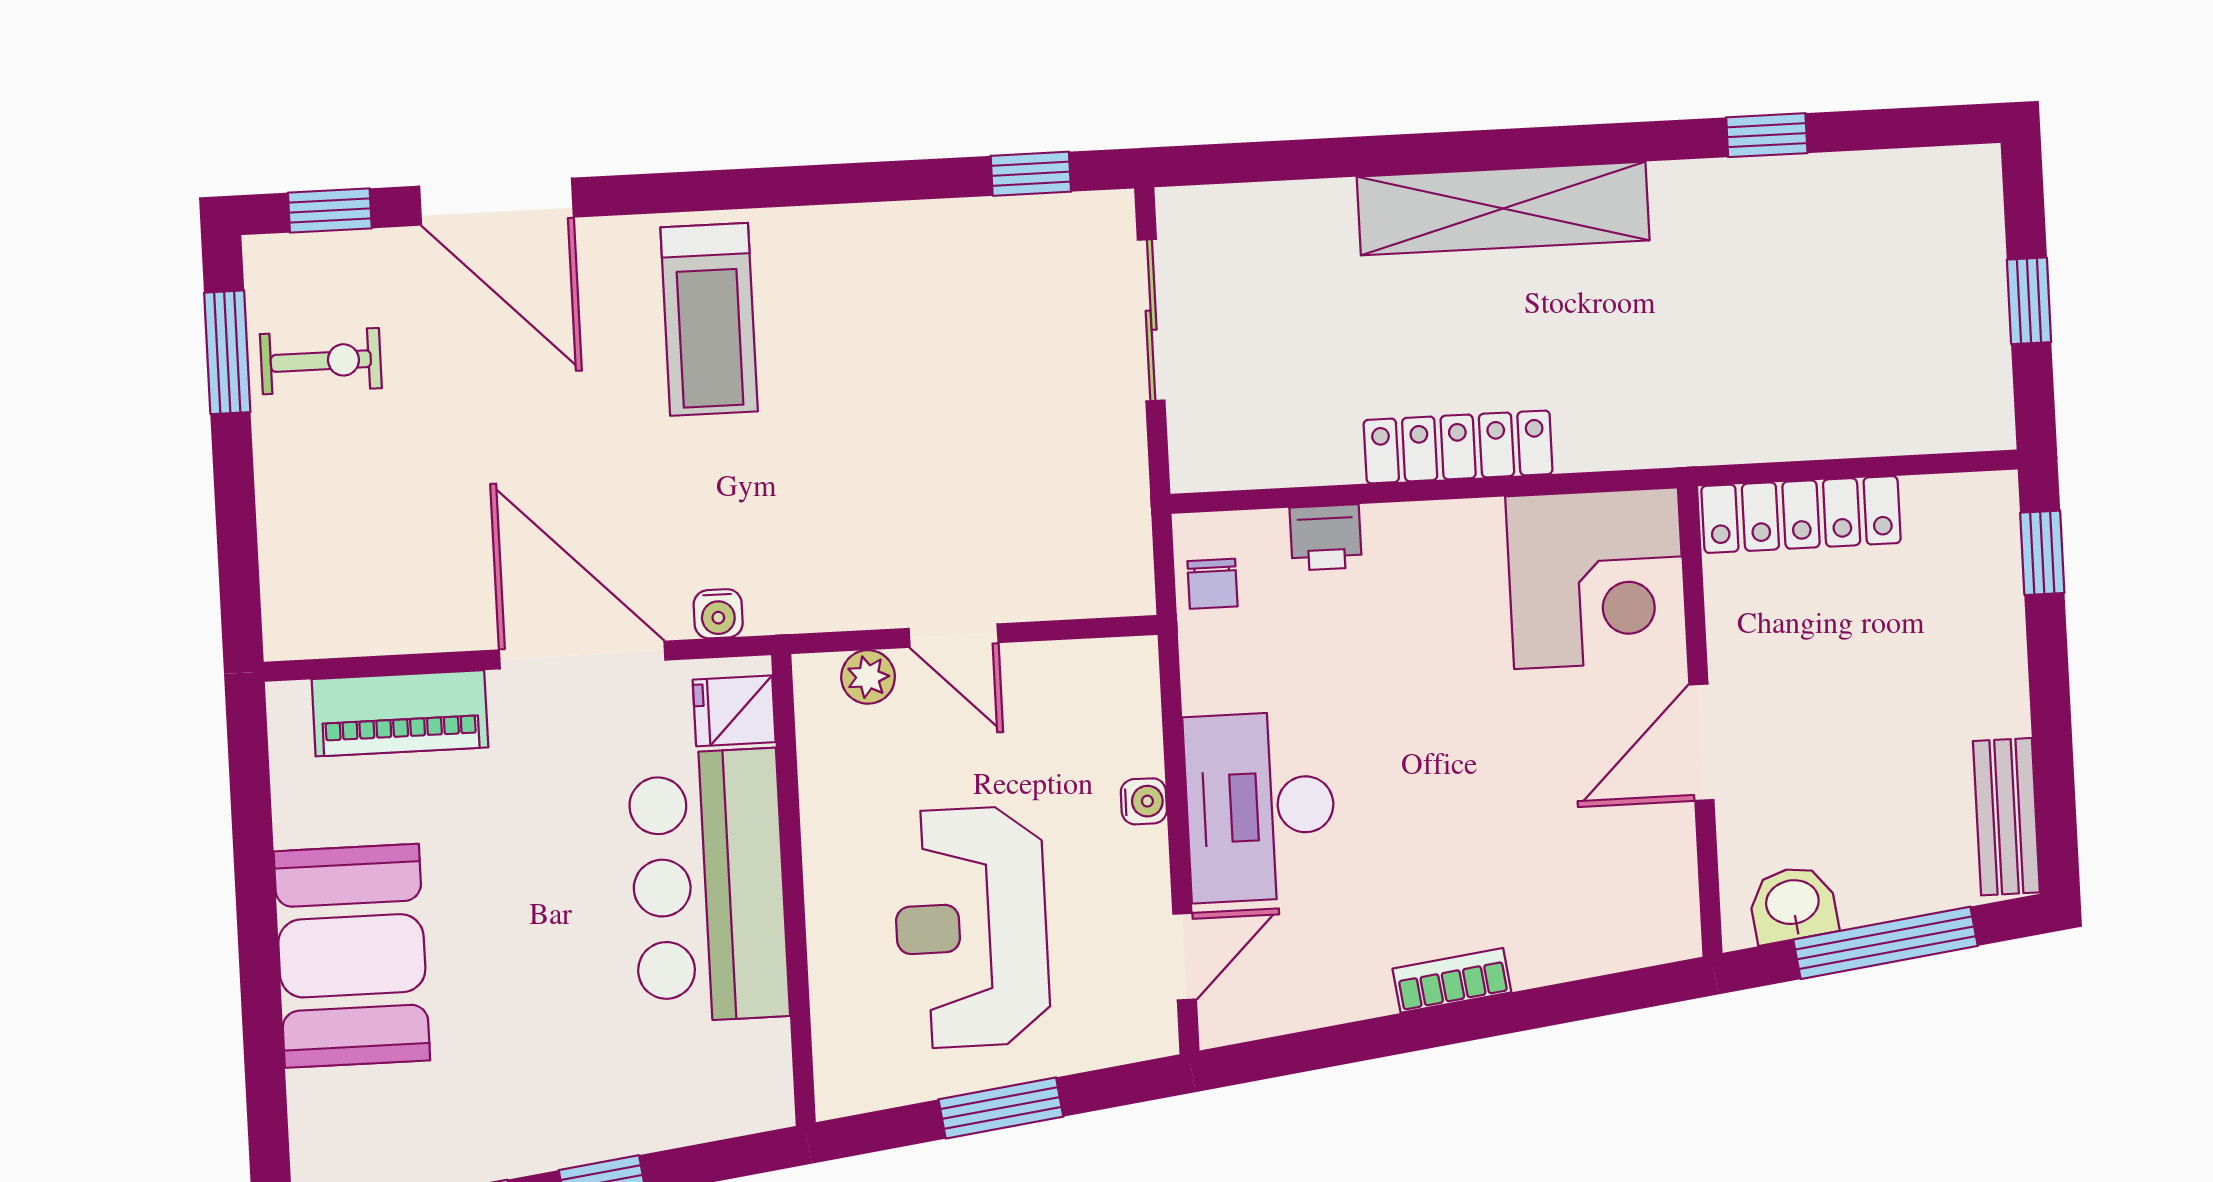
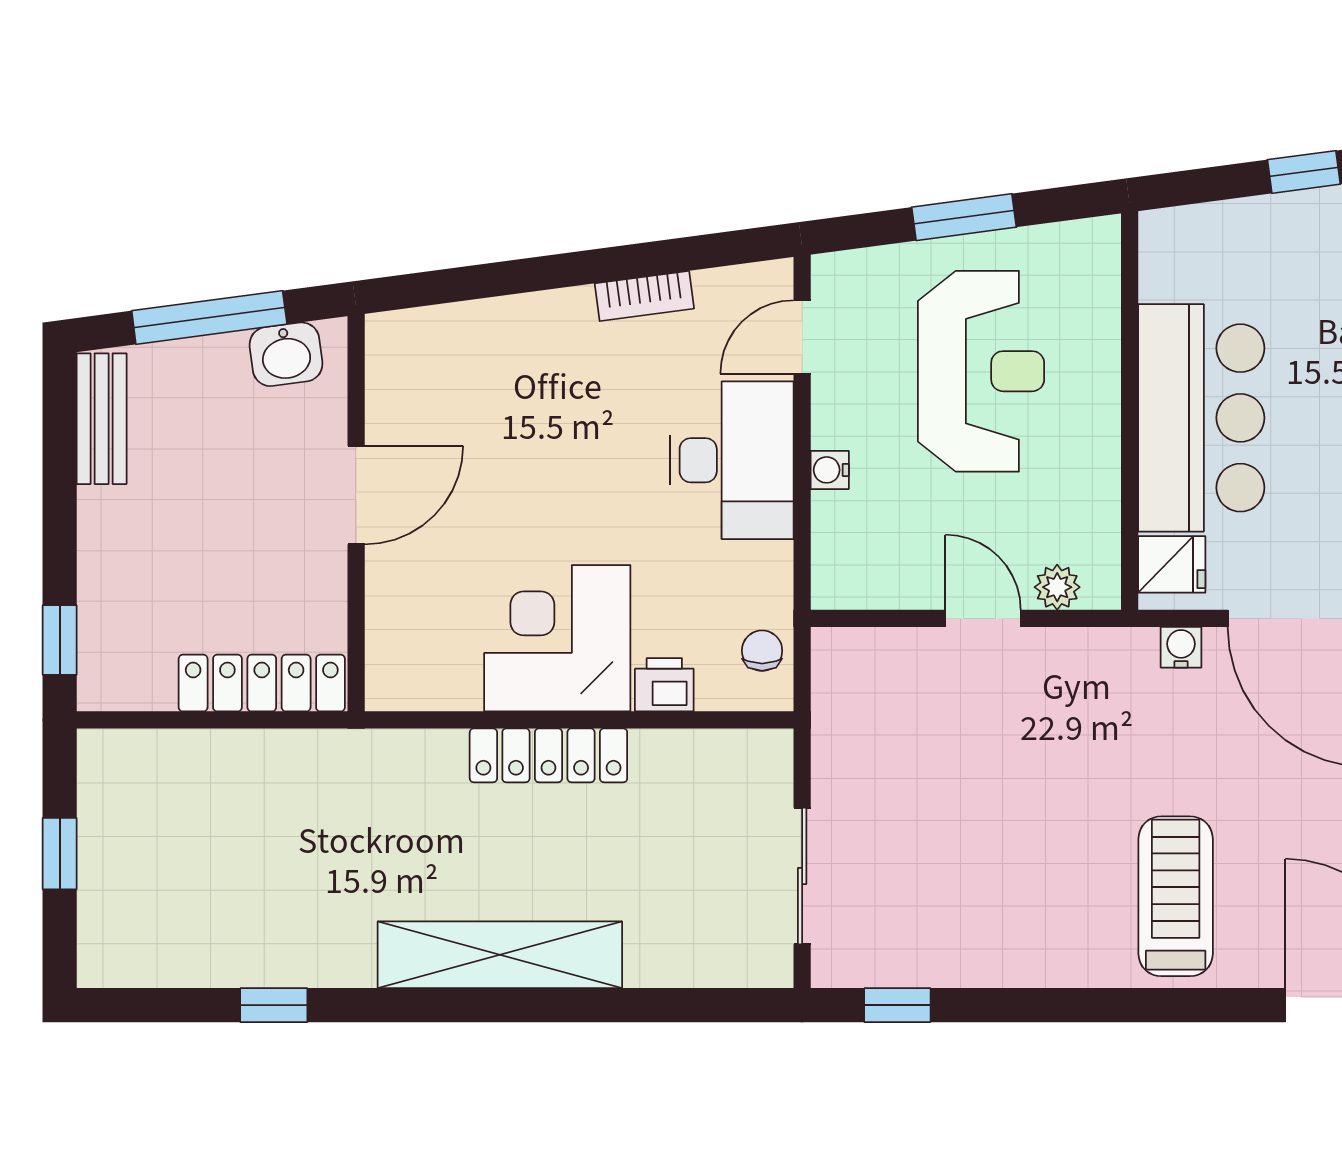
corner desk: (1596, 578) -> (557, 638), moved
bookcase: (1452, 980) -> (644, 296), moved

